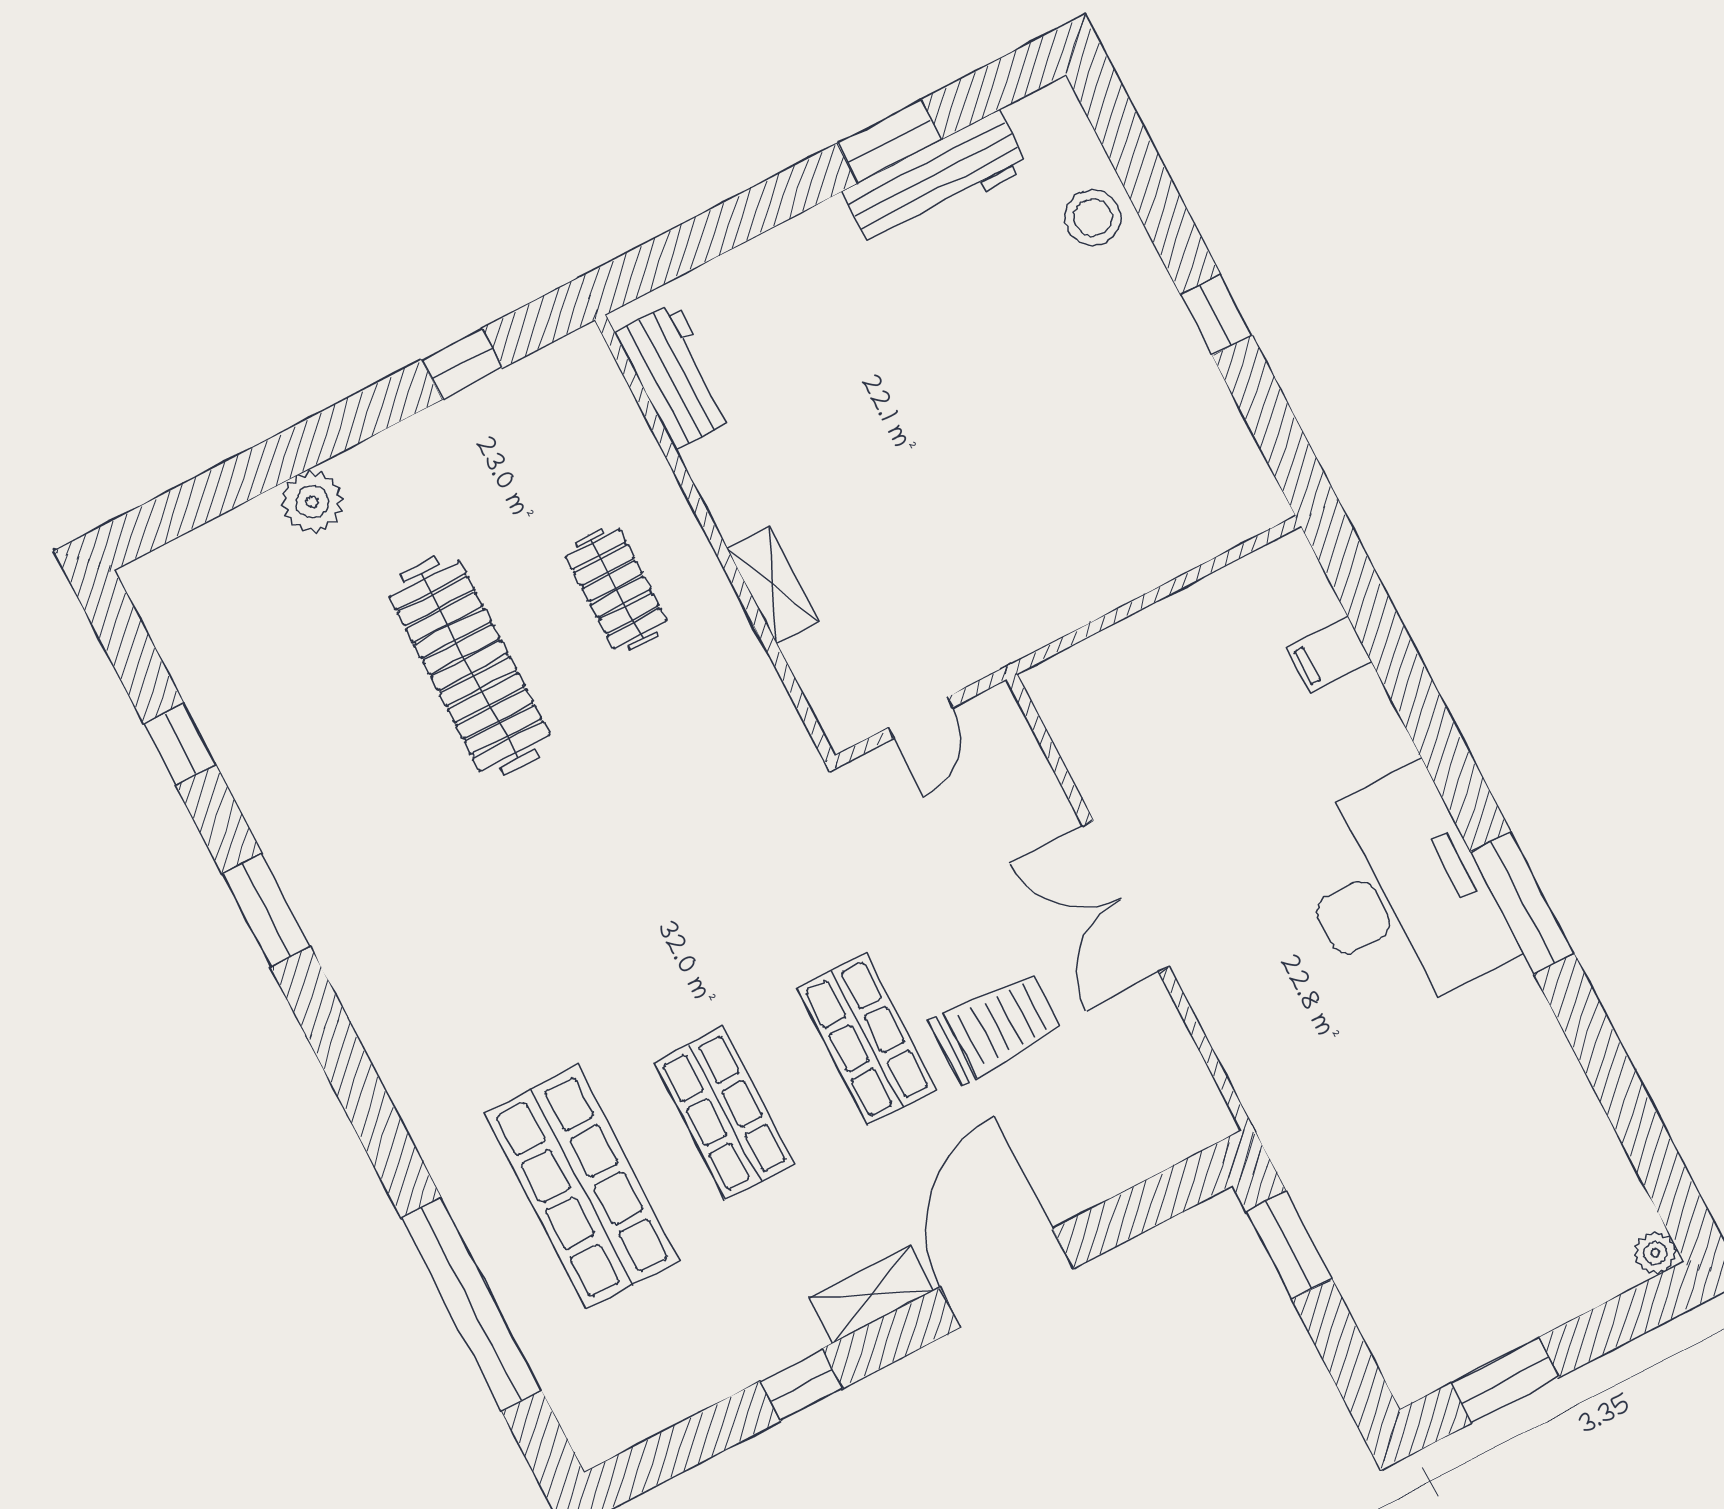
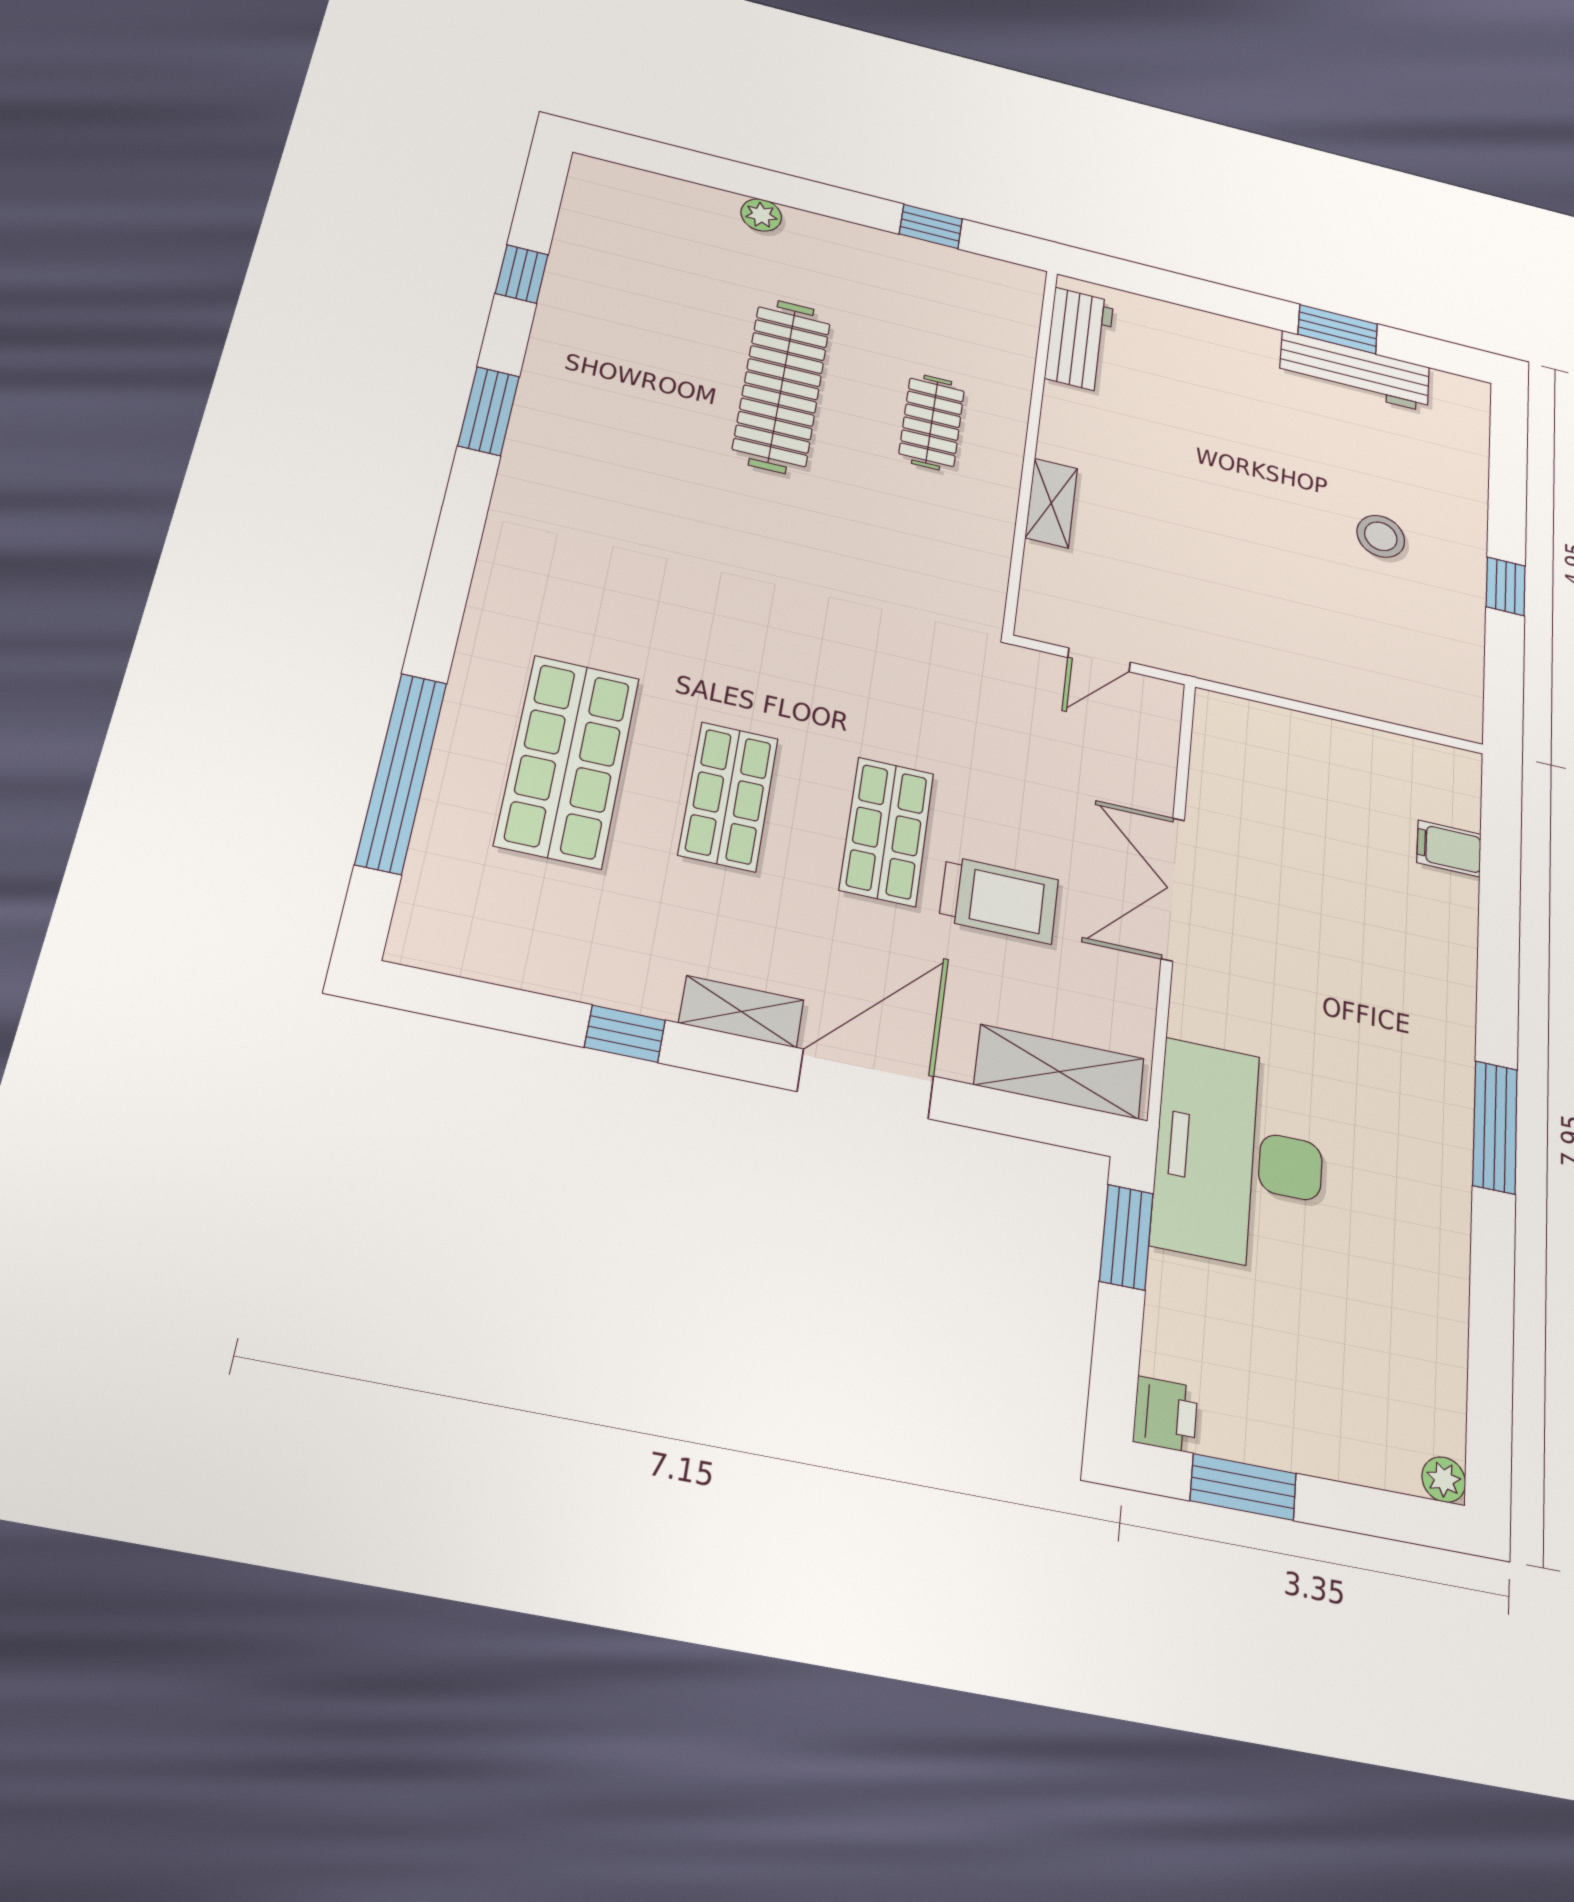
stool: (1093, 218) -> (1381, 536), moved
plant: (312, 502) -> (761, 215), width x0.73, depth x0.73
desk: (1399, 893) -> (1240, 1157), moved, turned 180
shelving: (1145, 1144) -> (1059, 1072), added
printer: (1411, 1368) -> (1165, 1415), added

